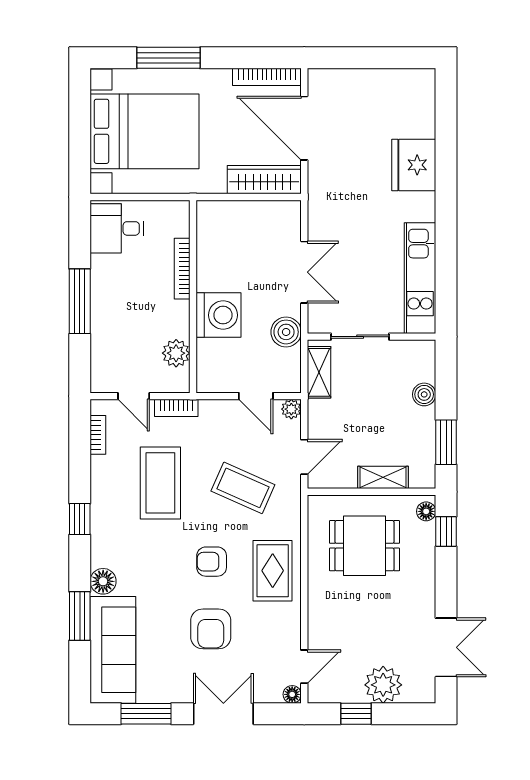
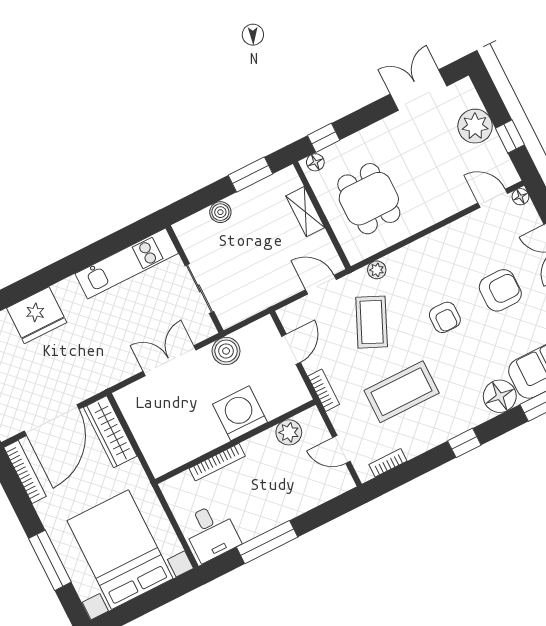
window: (80, 301) -> (267, 542), moved
shelving: (319, 372) -> (246, 307), removed
door: (134, 396) -> (341, 449), swing flipped
bookcase: (176, 408) -> (324, 390), moved
plant: (291, 409) -> (377, 270), moved
rug: (273, 571) -> (427, 264), removed
floor lamp: (103, 581) -> (500, 396), width x1.38, depth x1.38

